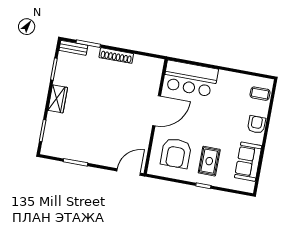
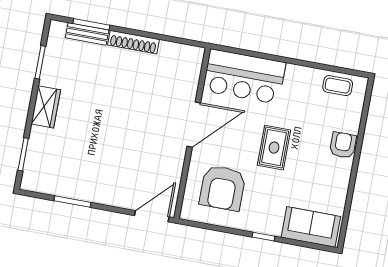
bench: (73, 48) -> (87, 34), moved
coffee table: (260, 94) -> (338, 86), moved
rug: (209, 161) -> (274, 148), moved
sofa: (248, 162) -> (311, 227), moved, turned 90

